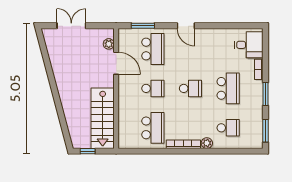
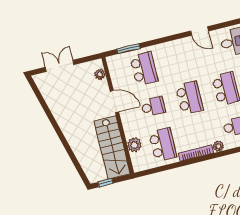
door: (186, 26) -> (200, 31), moved
door: (116, 63) -> (114, 101), moved
school desk: (190, 88) -> (189, 98), width x1.85
plant: (125, 121) -> (134, 145), added

